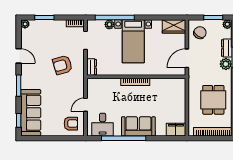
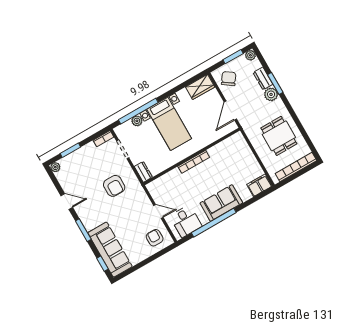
armchair: (62, 65) -> (114, 186), turned -74
door: (86, 105) -> (158, 211), swing flipped
armchair: (71, 124) -> (155, 238), turned -90

